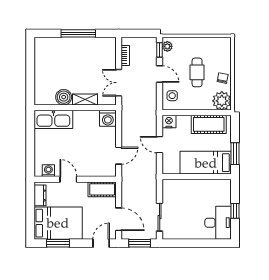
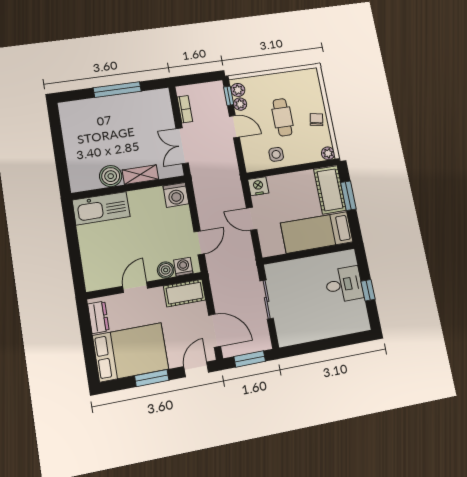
plant: (167, 57) -> (240, 104), added
side table: (172, 96) -> (276, 154), moved
plant: (222, 101) -> (328, 153), width x0.53, depth x0.53
cot: (209, 124) -> (330, 190), moved, turned 90
window: (235, 154) -> (348, 196), moved
washing machine: (48, 171) -> (183, 267), moved
boiler: (92, 171) -> (166, 270), added
door: (68, 179) -> (135, 287), hinge flipped
sliding door: (160, 217) -> (267, 299), moved
desk: (218, 223) -> (344, 284), moved, width x0.73
window: (58, 243) -> (152, 378), moved

